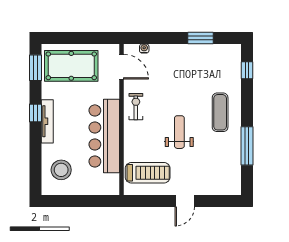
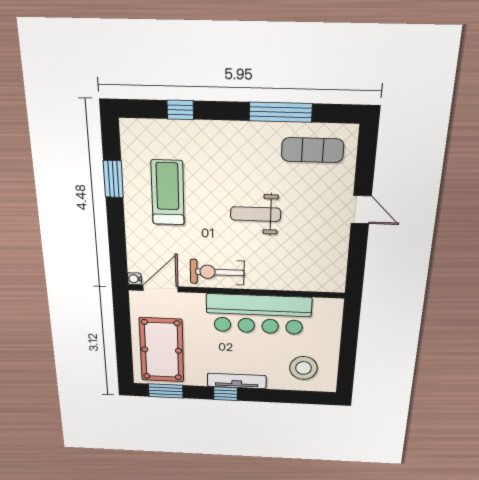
water cooler: (144, 49) -> (134, 279), moved
window: (247, 70) -> (180, 110), moved
exercise bike: (136, 107) -> (217, 272), width x1.38, depth x1.39
exercise mat: (220, 112) -> (313, 150), moved
treadmill: (148, 173) -> (168, 193), moved

